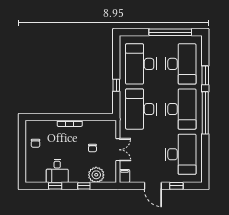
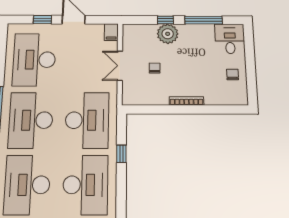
desk: (57, 171) -> (230, 39), moved
plant: (96, 175) -> (168, 34), moved
window: (55, 186) -> (204, 20), width x2.17

